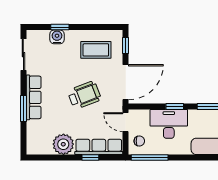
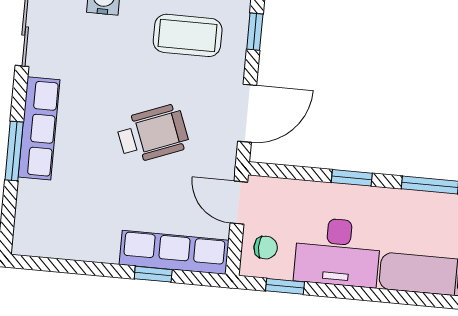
door: (126, 82) -> (247, 113), width x0.73
desk: (169, 124) -> (338, 252), moved, turned 180
plant: (63, 144) -> (95, 239), removed
window: (150, 158) -> (285, 286), width x0.46

